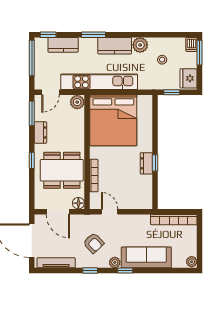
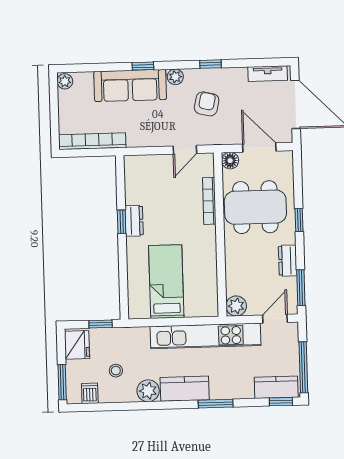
dishwasher: (191, 44) -> (90, 393), moved
kitchen counter: (63, 45) -> (276, 387), moved
bed: (113, 120) -> (166, 282), width x0.49
door: (110, 212) -> (185, 150), hinge flipped
armchair: (94, 243) -> (207, 104), turned 56
tv unit: (56, 263) -> (268, 74), width x0.71
window: (125, 271) -> (143, 66), moved

